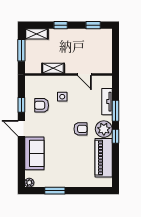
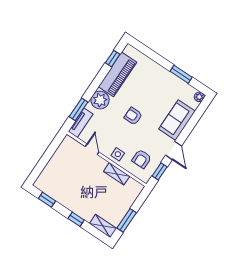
shelving: (53, 68) -> (117, 174), moved
wall: (68, 75) -> (107, 159), moved
door: (85, 75) -> (92, 149), moved
armchair: (42, 105) -> (142, 159), turned 90
armchair: (81, 129) -> (133, 116), moved
window: (116, 136) -> (113, 59), moved

